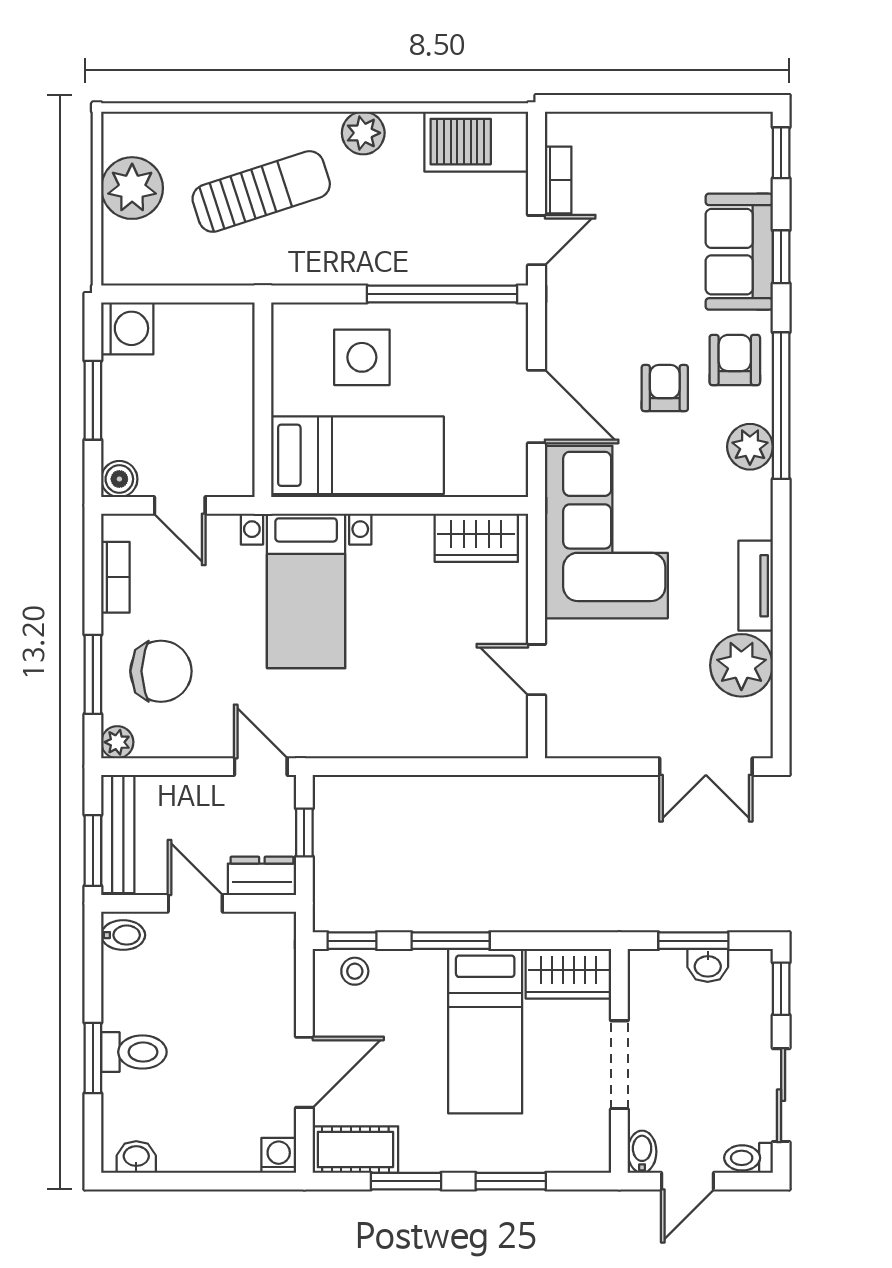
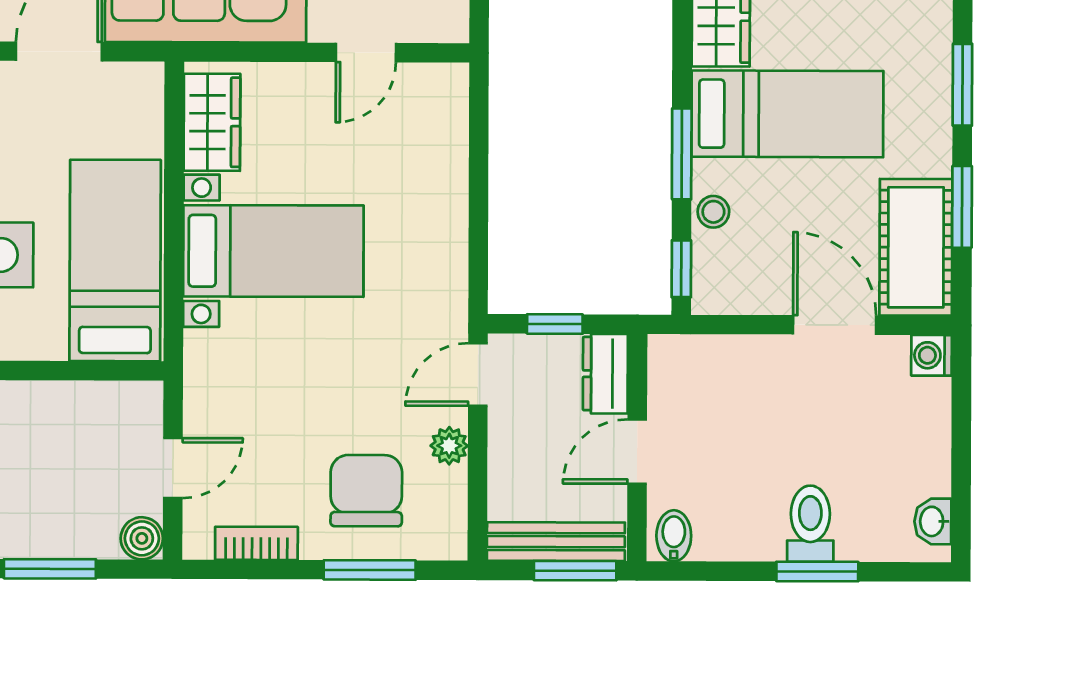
bed with nightstands: (306, 591) -> (273, 251), moved
plant: (117, 742) -> (449, 446), moved
stool: (355, 971) -> (713, 212), moved
cot: (355, 1150) -> (916, 247), width x1.37, depth x1.34

